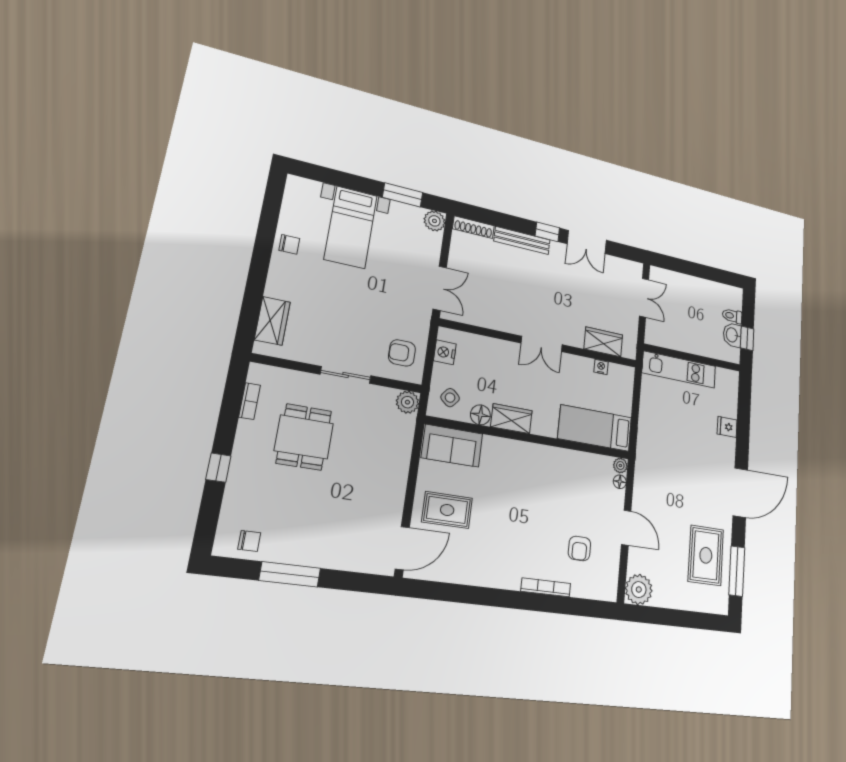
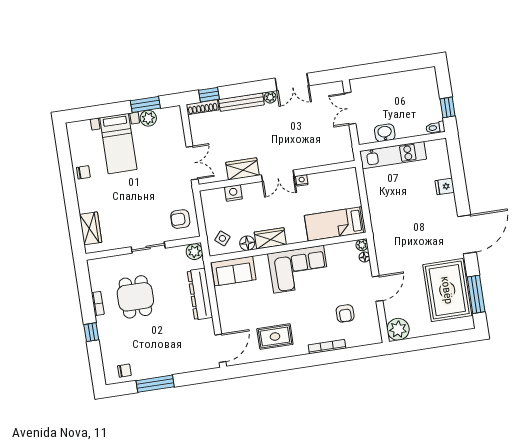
plant: (434, 221) -> (148, 118), moved
window: (547, 232) -> (209, 95), moved
plant: (557, 249) -> (270, 97), added
double door: (644, 298) -> (350, 108), swing flipped
toilet: (732, 316) -> (435, 128), moved
washbasin: (732, 335) -> (385, 133), moved, turned 90
wardrobe: (603, 342) -> (243, 169), moved
nightstand: (445, 352) -> (233, 193), moved, turned 90
nightstand: (601, 367) -> (302, 180), moved
bookcase: (250, 401) -> (98, 304), moved
dresser: (397, 462) -> (200, 294), added
corner sofa: (536, 471) -> (299, 269), added
rug: (447, 510) -> (275, 337), moved
door: (626, 528) -> (378, 289), hinge flipped
rug: (706, 555) -> (447, 290), width x1.37, depth x1.44

